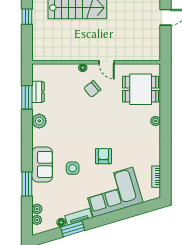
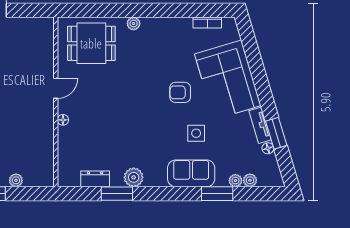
plant: (37, 32) -> (16, 180), added
chair: (92, 89) -> (91, 107), removed
dining table: (141, 89) -> (91, 43), turned 90
window: (27, 97) -> (117, 194), moved
plant: (37, 220) -> (235, 181), moved

